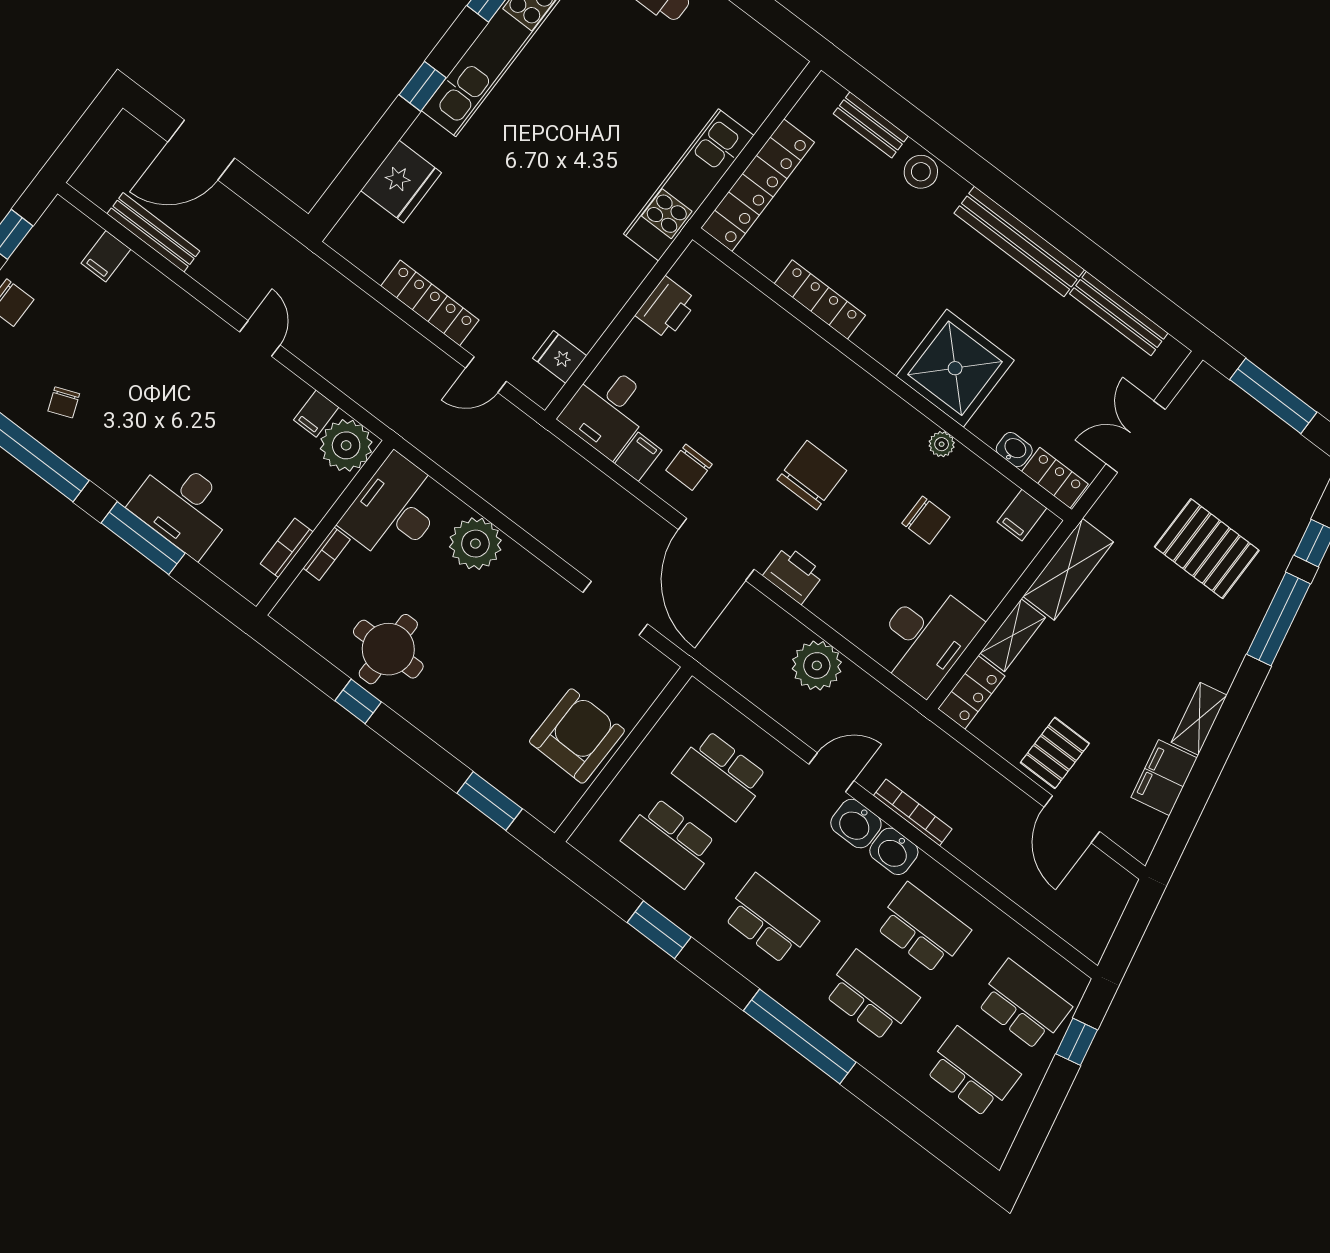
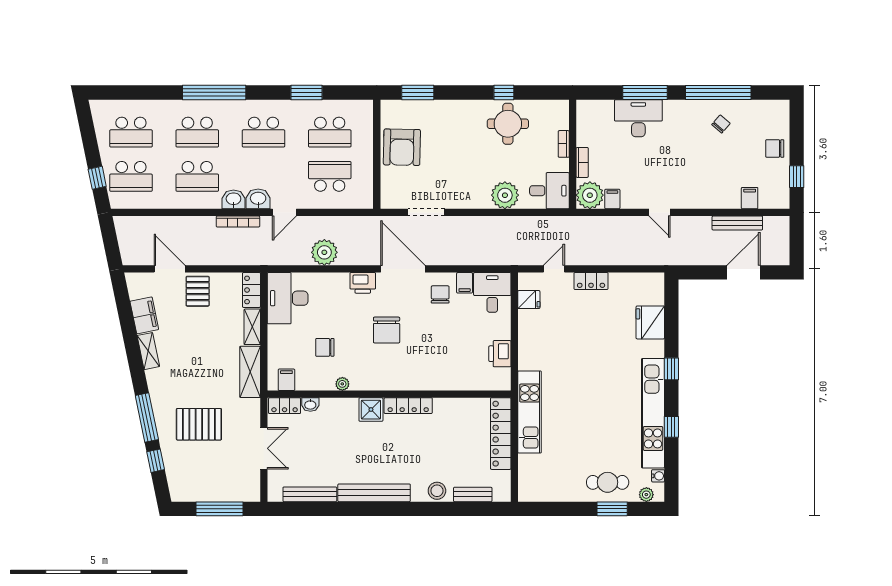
locker: (820, 300) -> (408, 406), moved
locker: (430, 303) -> (591, 281), width x0.66
shower: (955, 368) -> (371, 410), width x0.54, depth x0.54
chair: (64, 402) -> (721, 124), turned 62
desk: (395, 509) -> (549, 191), width x0.73
bookcase: (287, 548) -> (582, 162), moved
school desk: (669, 842) -> (330, 132), turned 180

